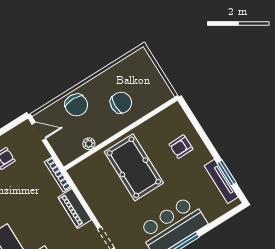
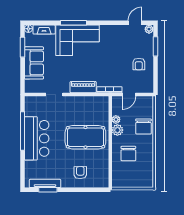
chair: (76, 105) -> (143, 126), turned -90
door: (39, 131) -> (129, 95), moved
plant: (101, 134) -> (117, 130), added

